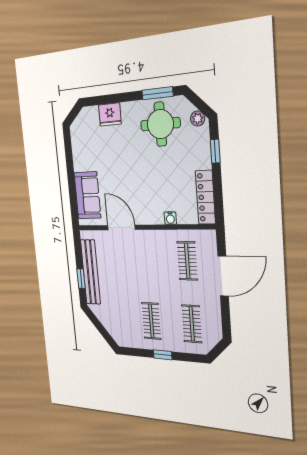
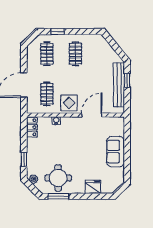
sofa: (87, 195) -> (115, 152), moved
locker: (205, 197) -> (32, 127), width x0.66
door: (121, 227) -> (92, 115), swing flipped
display table: (154, 246) -> (69, 103), added
window: (163, 355) -> (58, 32), moved

